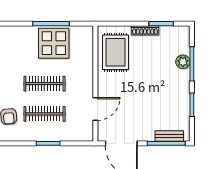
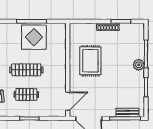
rug: (116, 52) -> (90, 61), moved
plant: (183, 62) -> (139, 65), moved
door: (95, 109) -> (68, 101), moved
clothes rail: (44, 114) -> (26, 94), width x0.73

